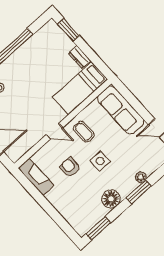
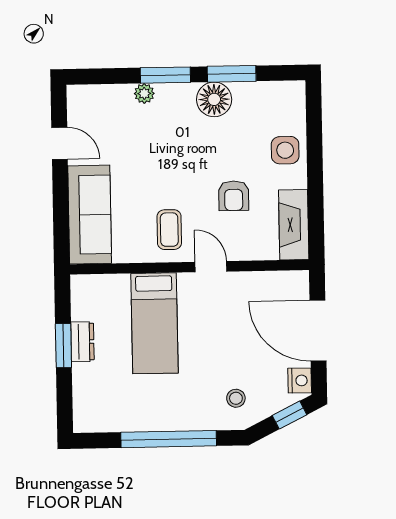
window: (68, 30) -> (63, 346), moved
bed: (80, 88) -> (154, 323), moved, turned 90
side table: (100, 161) -> (285, 150), moved
window: (98, 228) -> (232, 74), moved

